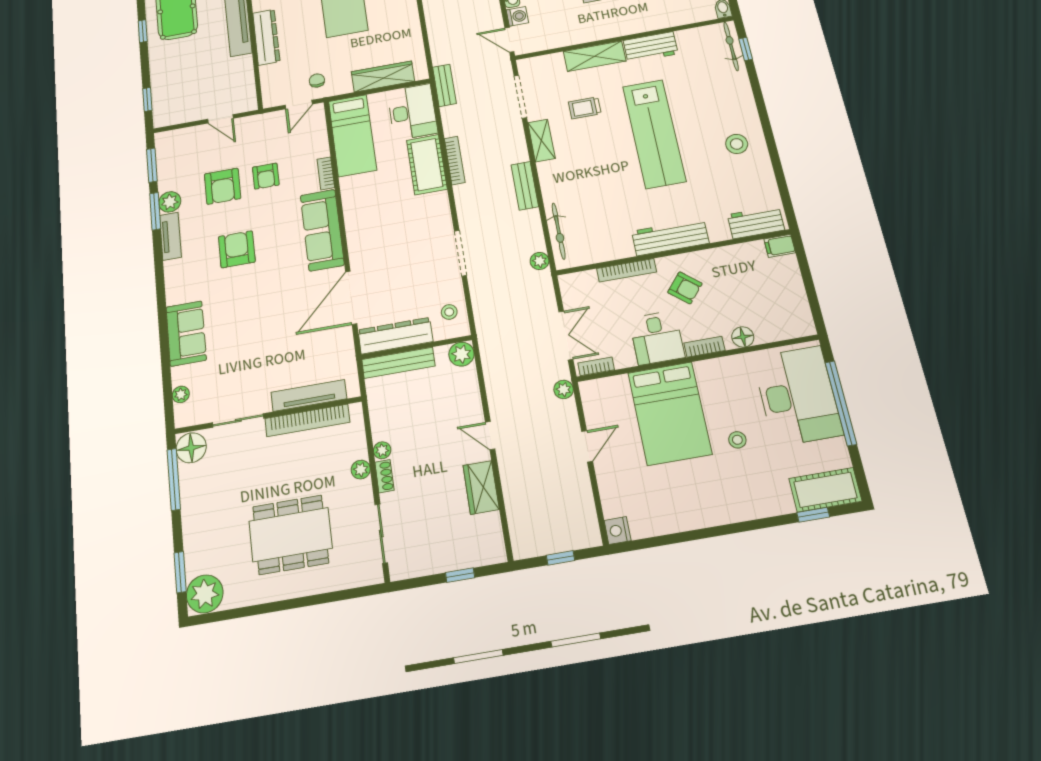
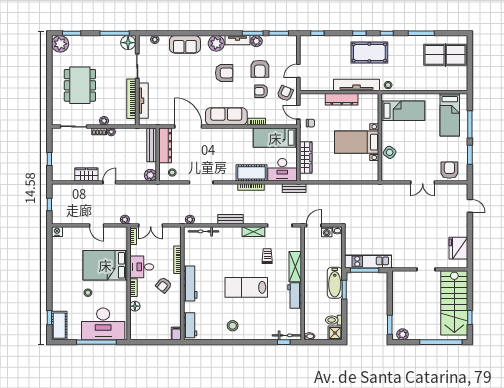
armchair: (265, 133) -> (285, 93), added
lab bench: (654, 134) -> (246, 287), width x0.73
armchair: (223, 186) -> (260, 69), turned -90
plant: (180, 274) -> (216, 43), added

